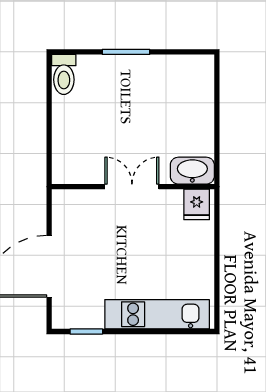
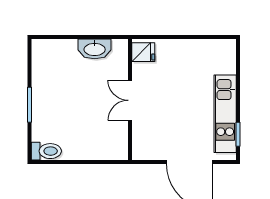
washbasin: (192, 171) -> (95, 49), moved, turned -90
kitchen unit: (157, 314) -> (225, 114), moved

